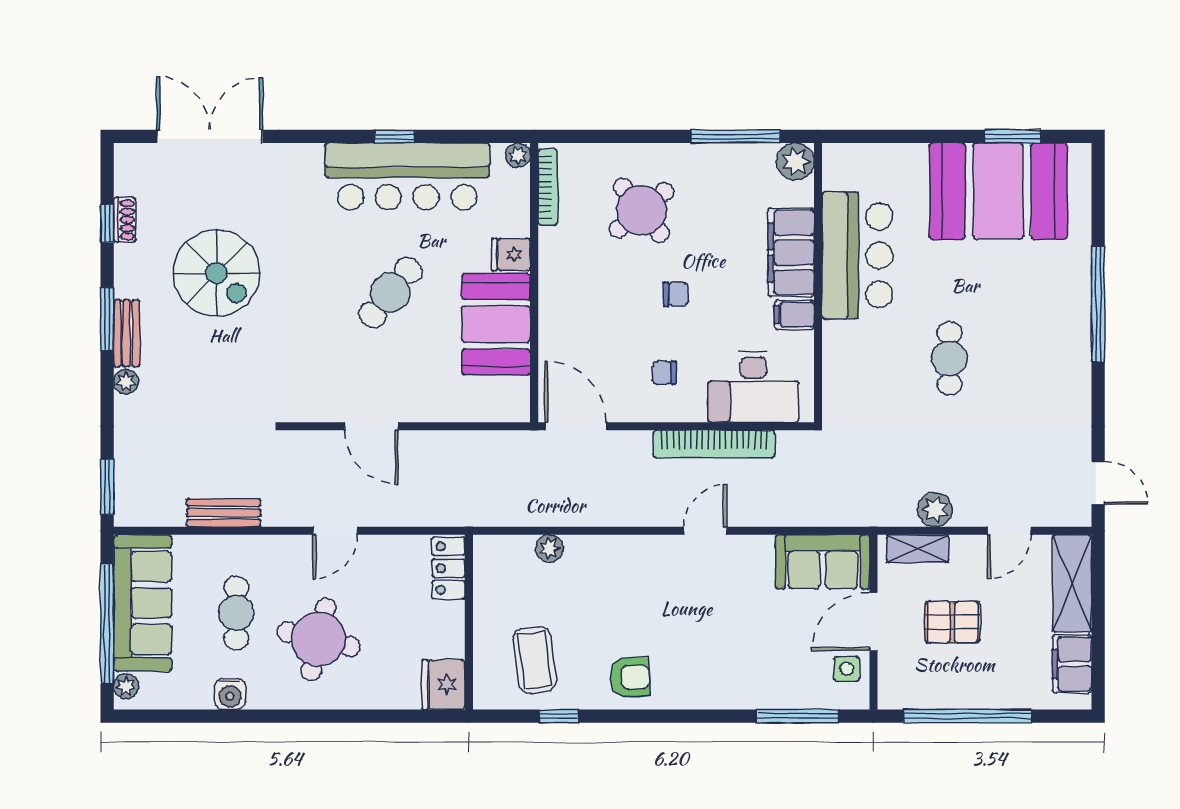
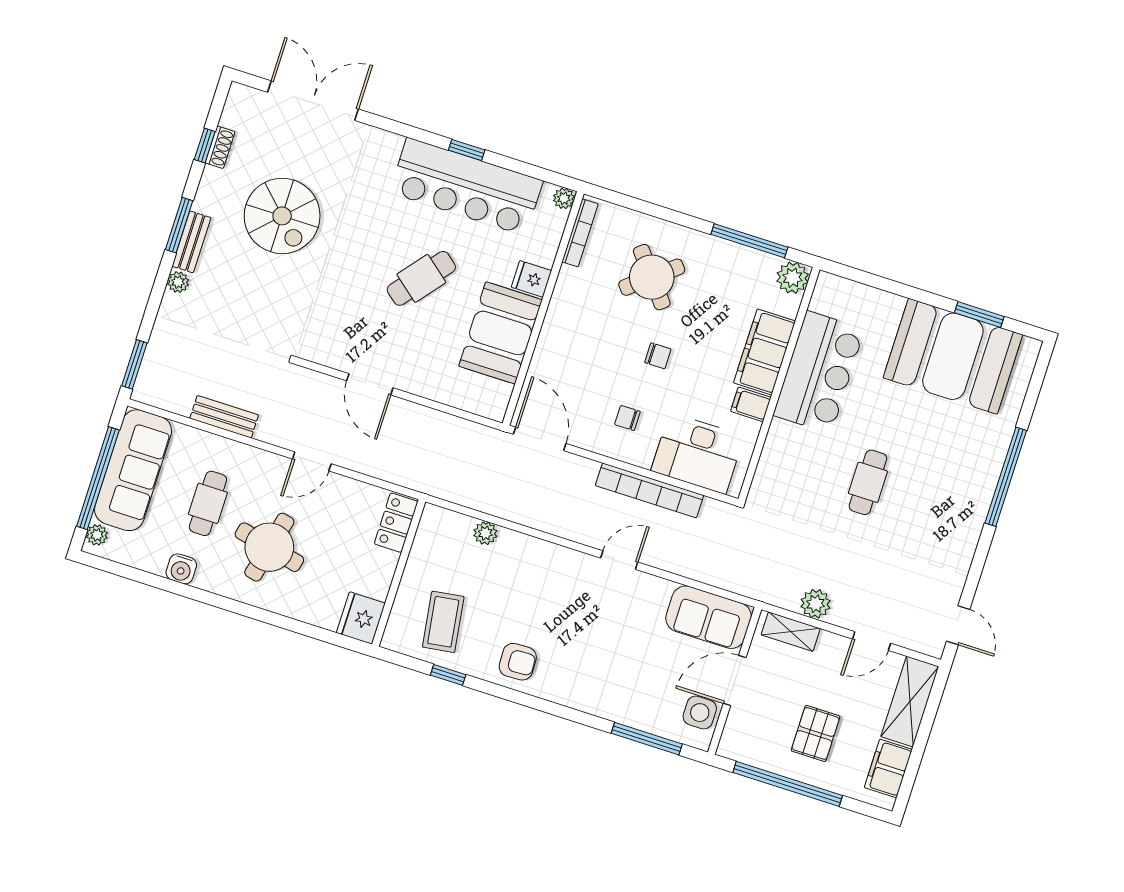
pallet: (952, 622) -> (816, 733), moved, turned 90
side table: (847, 669) -> (700, 713), width x1.37, depth x1.37

